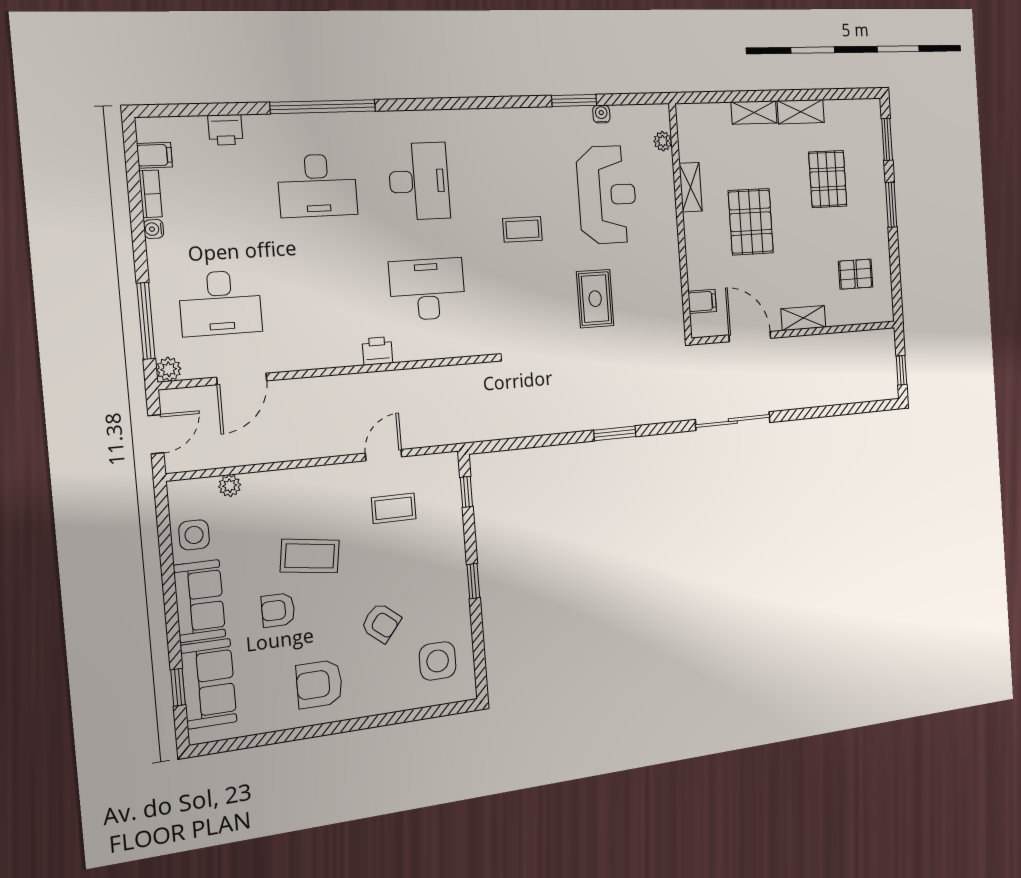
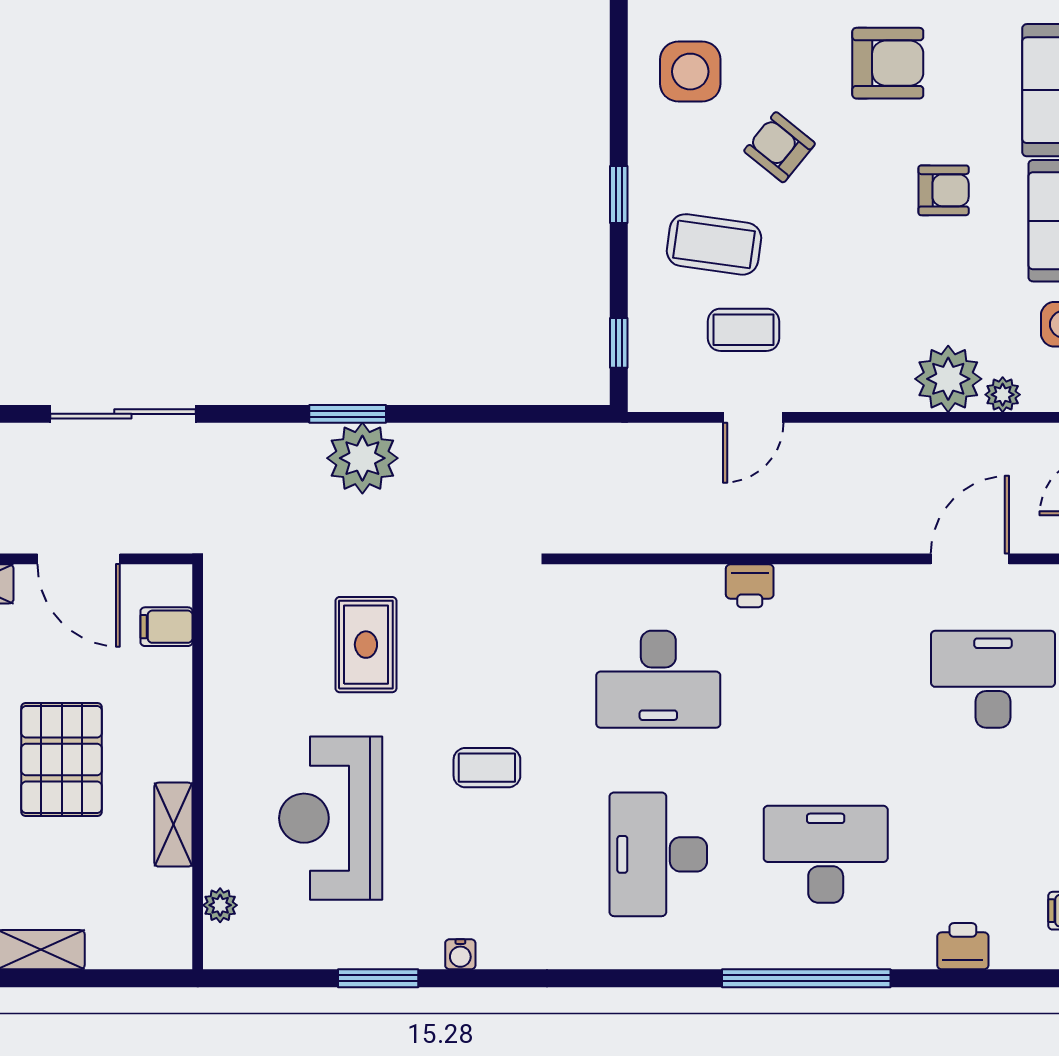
water cooler: (601, 114) -> (460, 954), moved
plant: (605, 408) -> (362, 458), added
plant: (265, 492) -> (948, 379), added
coffee table: (310, 556) -> (714, 244), moved

